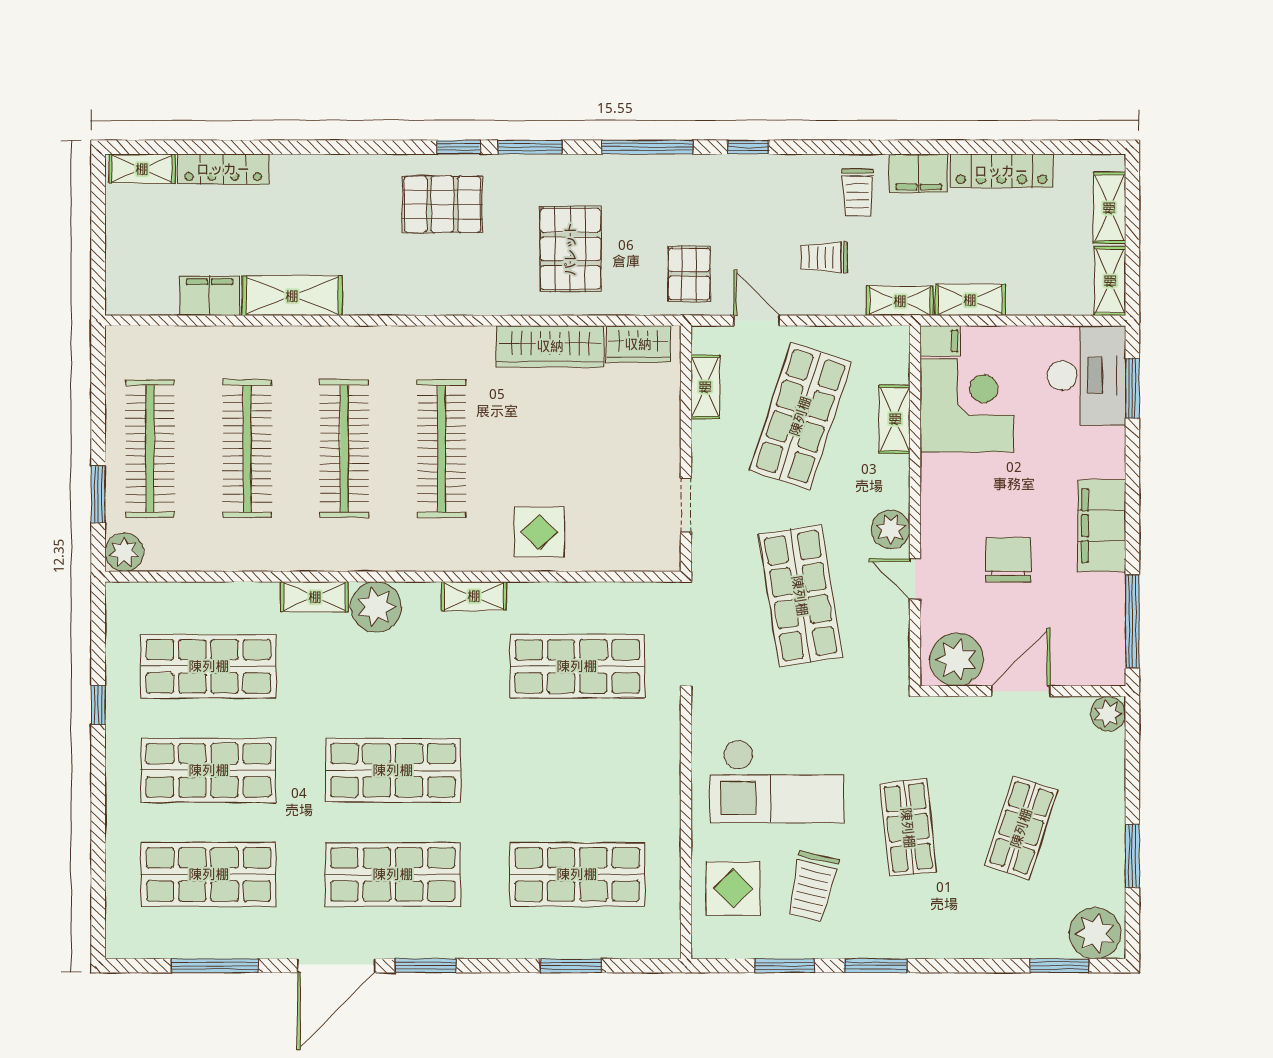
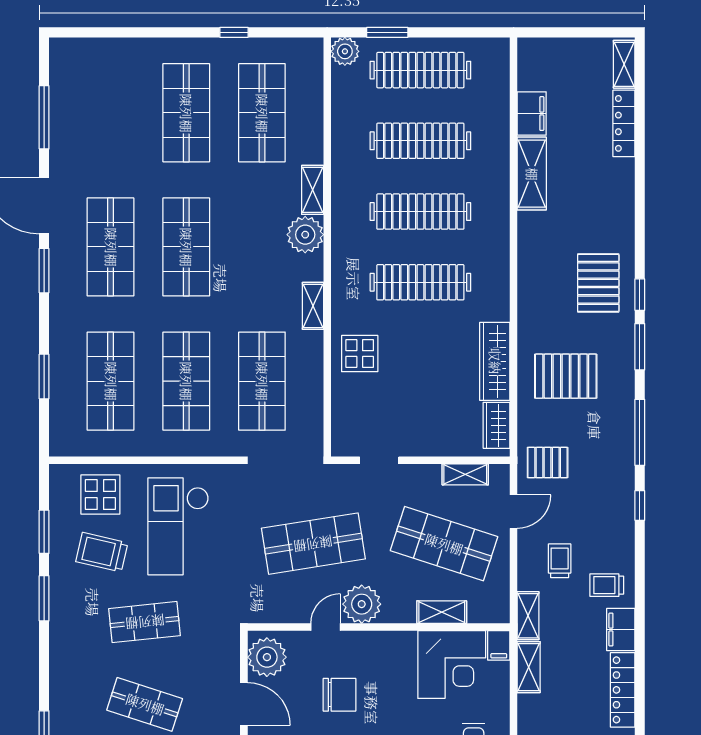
plant: (891, 529) -> (362, 604), width x1.36, depth x1.36
shop shelf: (209, 874) -> (186, 381), moved

